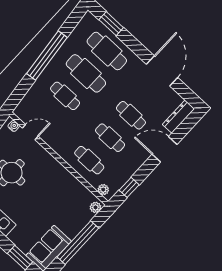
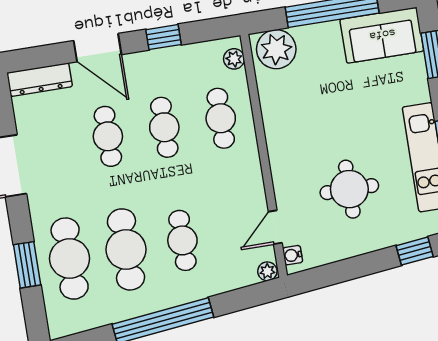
window: (111, 24) -> (27, 265), moved
plant: (19, 111) -> (267, 271), added
door: (30, 132) -> (275, 227), hinge flipped
window: (129, 187) -> (163, 37), moved
plant: (95, 207) -> (276, 49), width x1.88, depth x1.88

